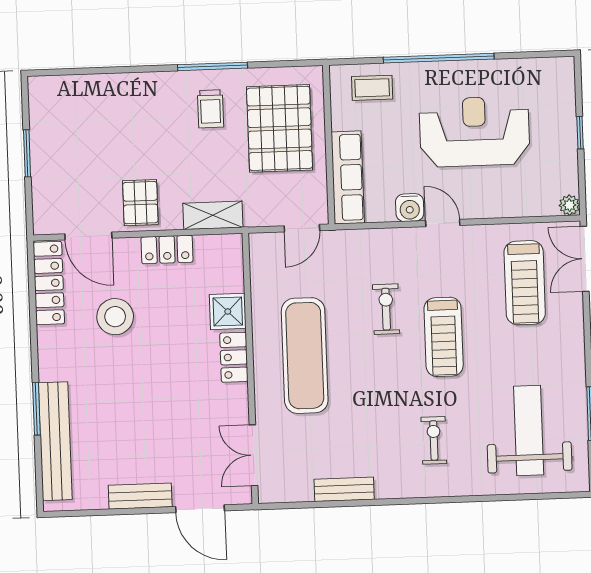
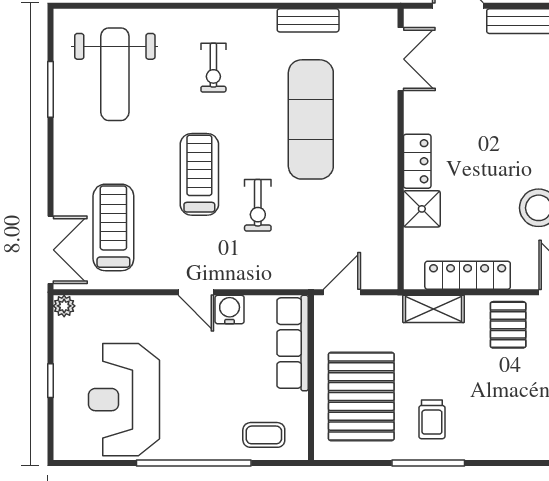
trolley: (211, 109) -> (432, 419), turned 180
reception desk: (474, 132) -> (124, 400), moved, turned 90
locker: (167, 250) -> (468, 275), width x1.53
exercise mat: (305, 356) -> (311, 119), moved

